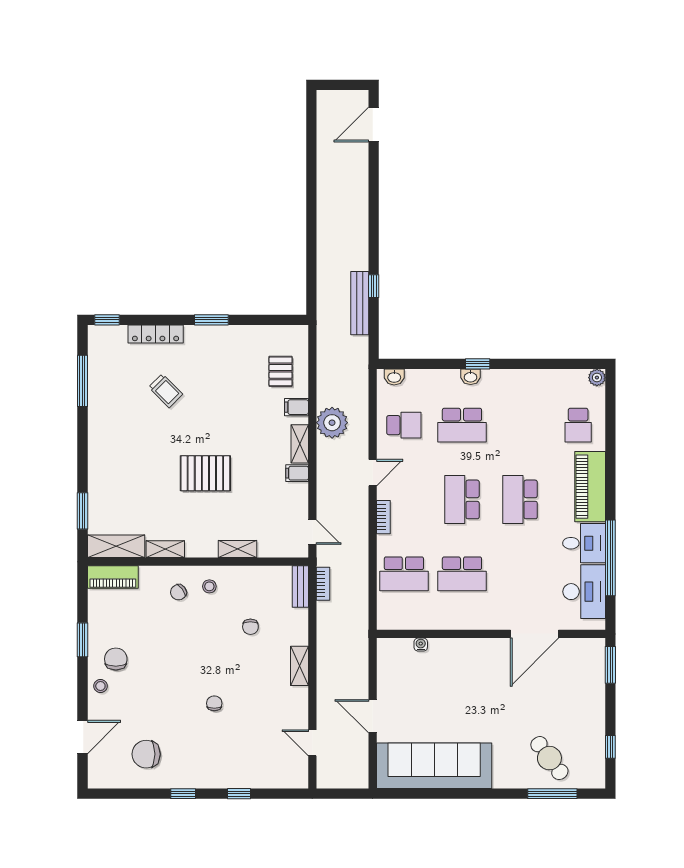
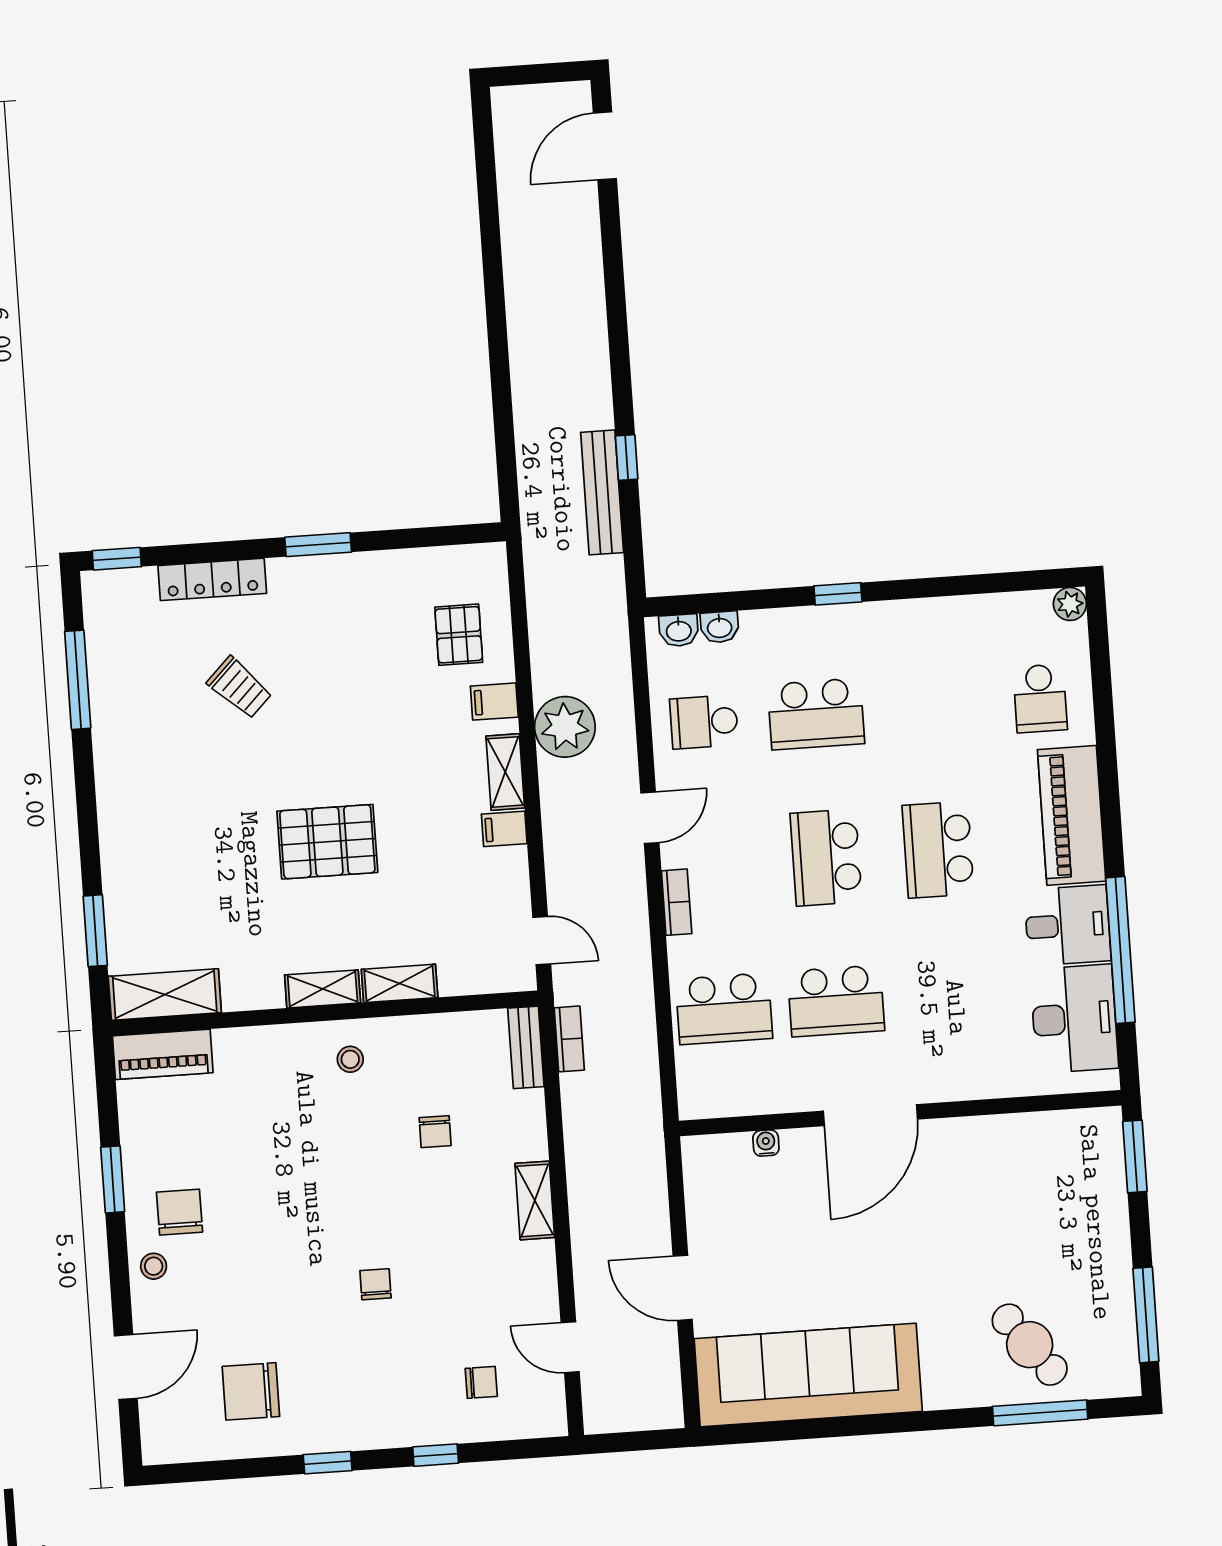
washbasin: (471, 377) -> (720, 627), moved
school desk: (404, 425) -> (704, 722), turned 180
shelving: (165, 549) -> (323, 989), moved
chair: (178, 592) -> (481, 1382), moved, turned -143
door: (535, 634) -> (870, 1115), moved
window: (610, 747) -> (1146, 1315), width x2.17

